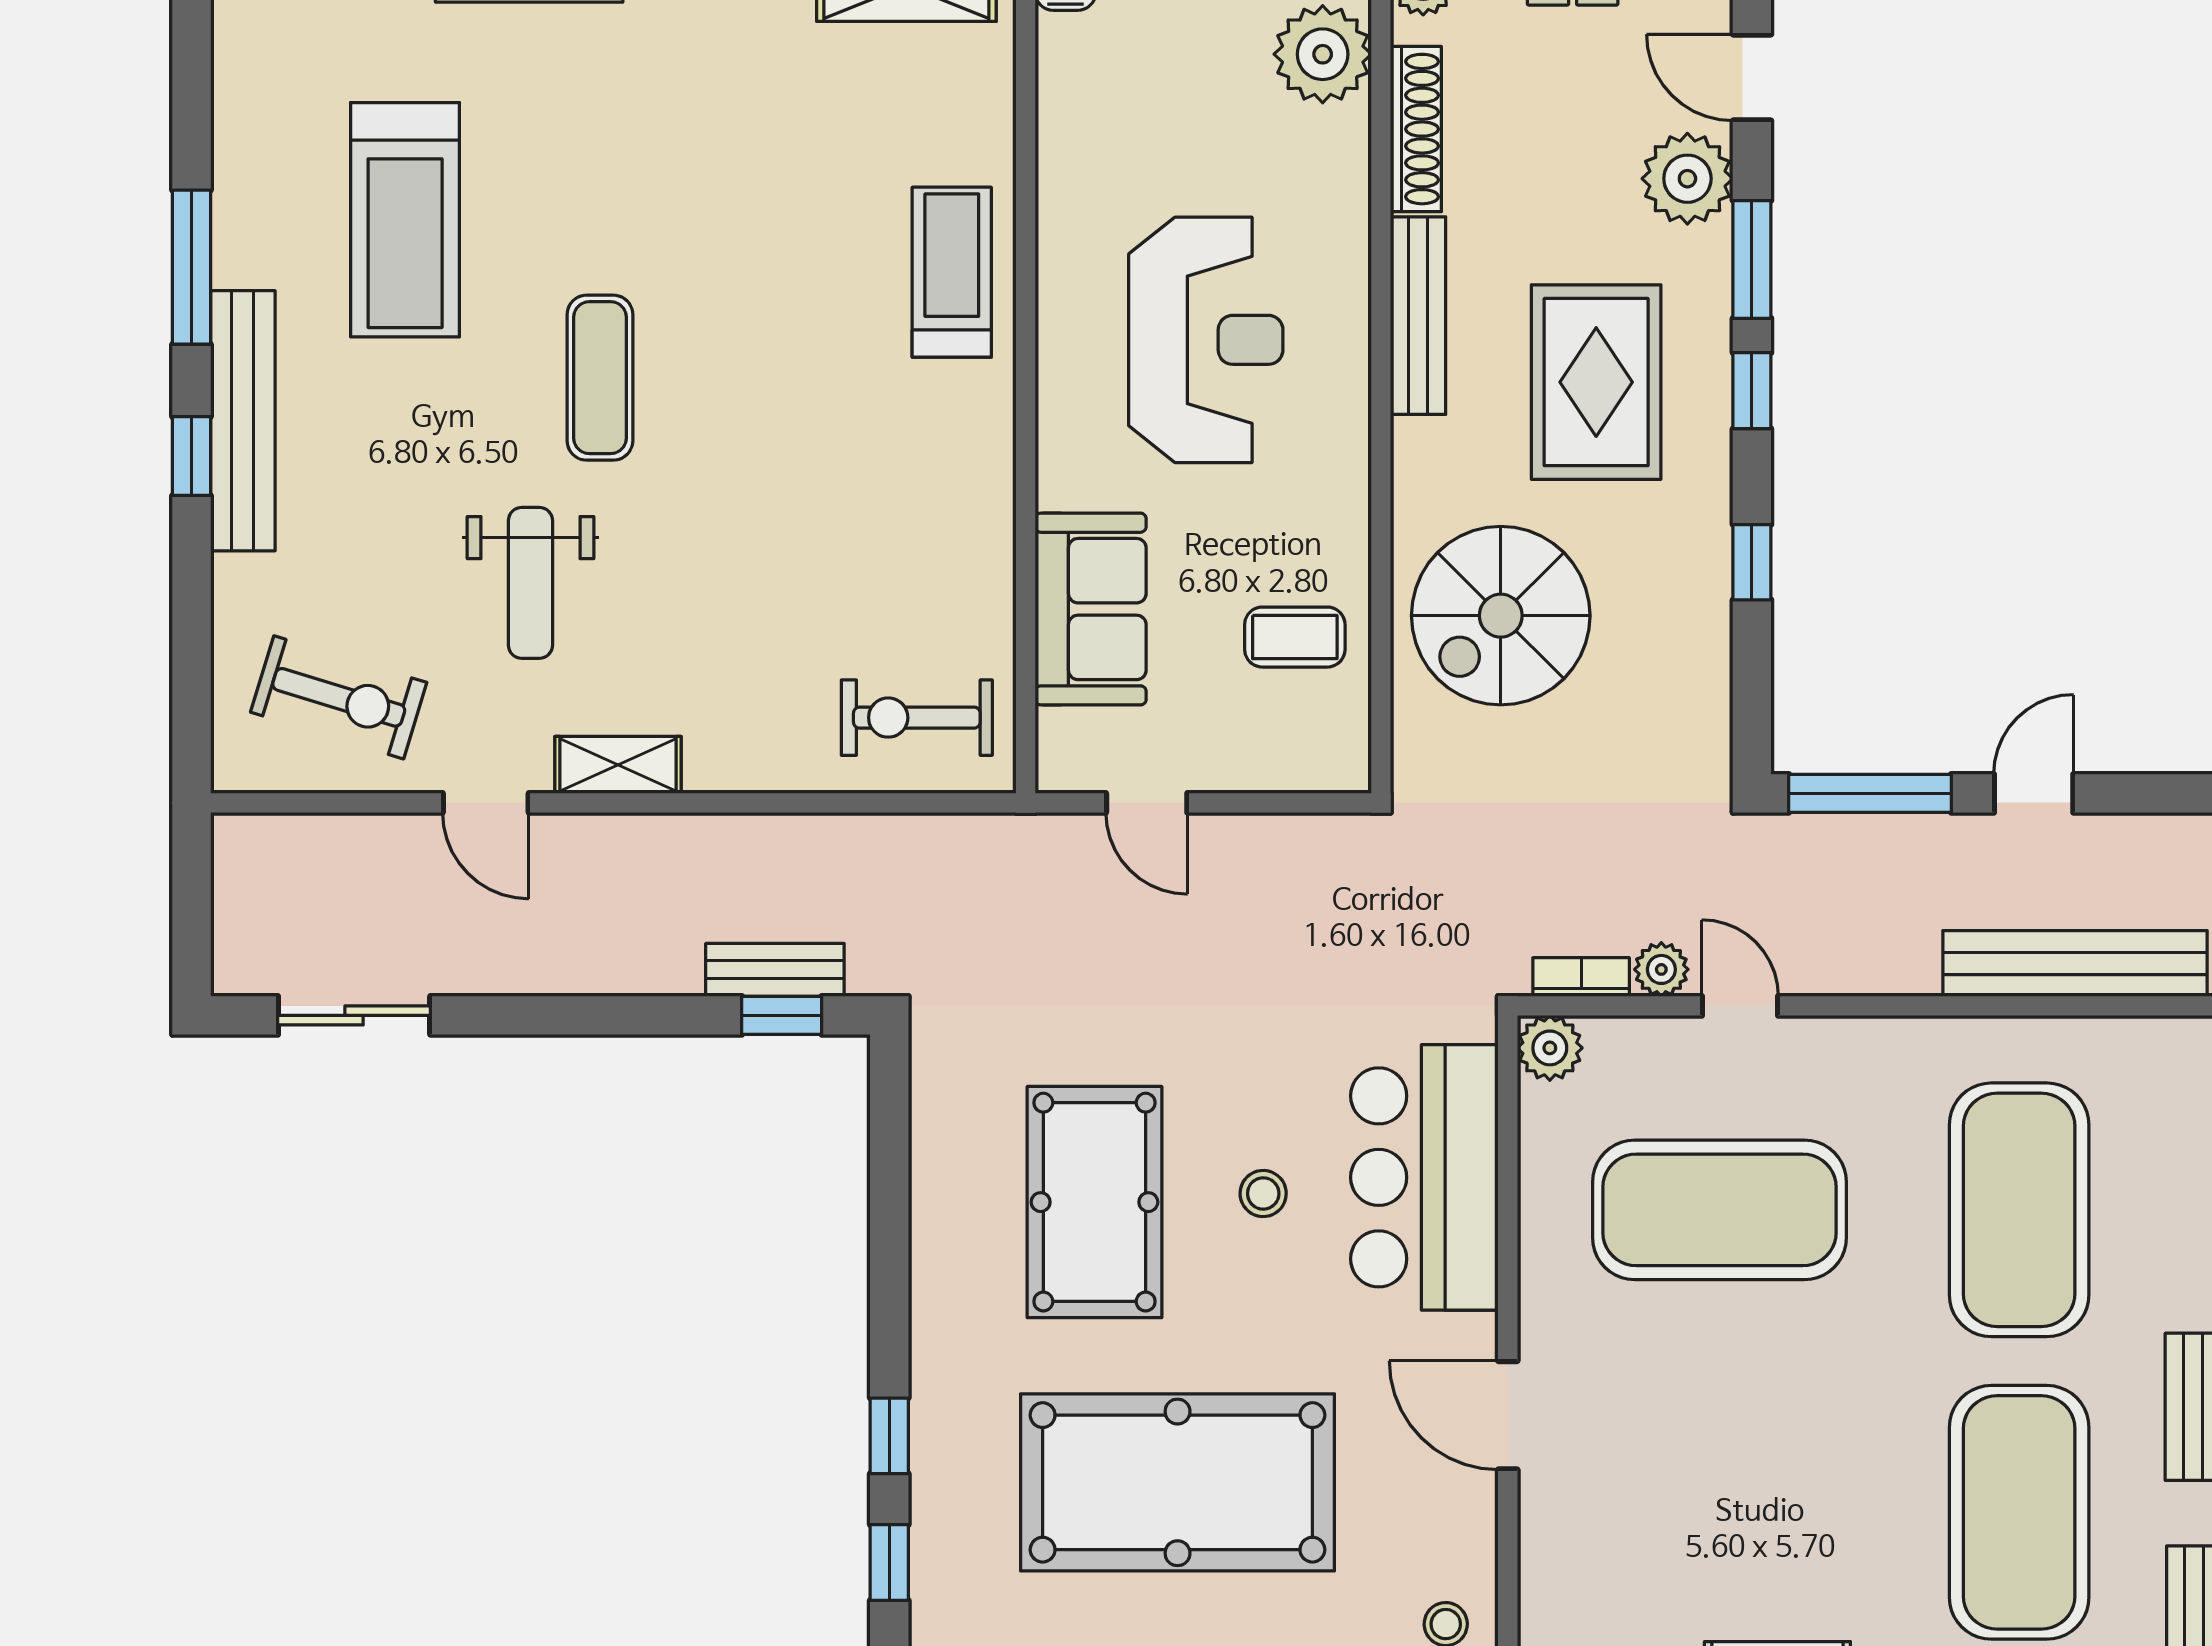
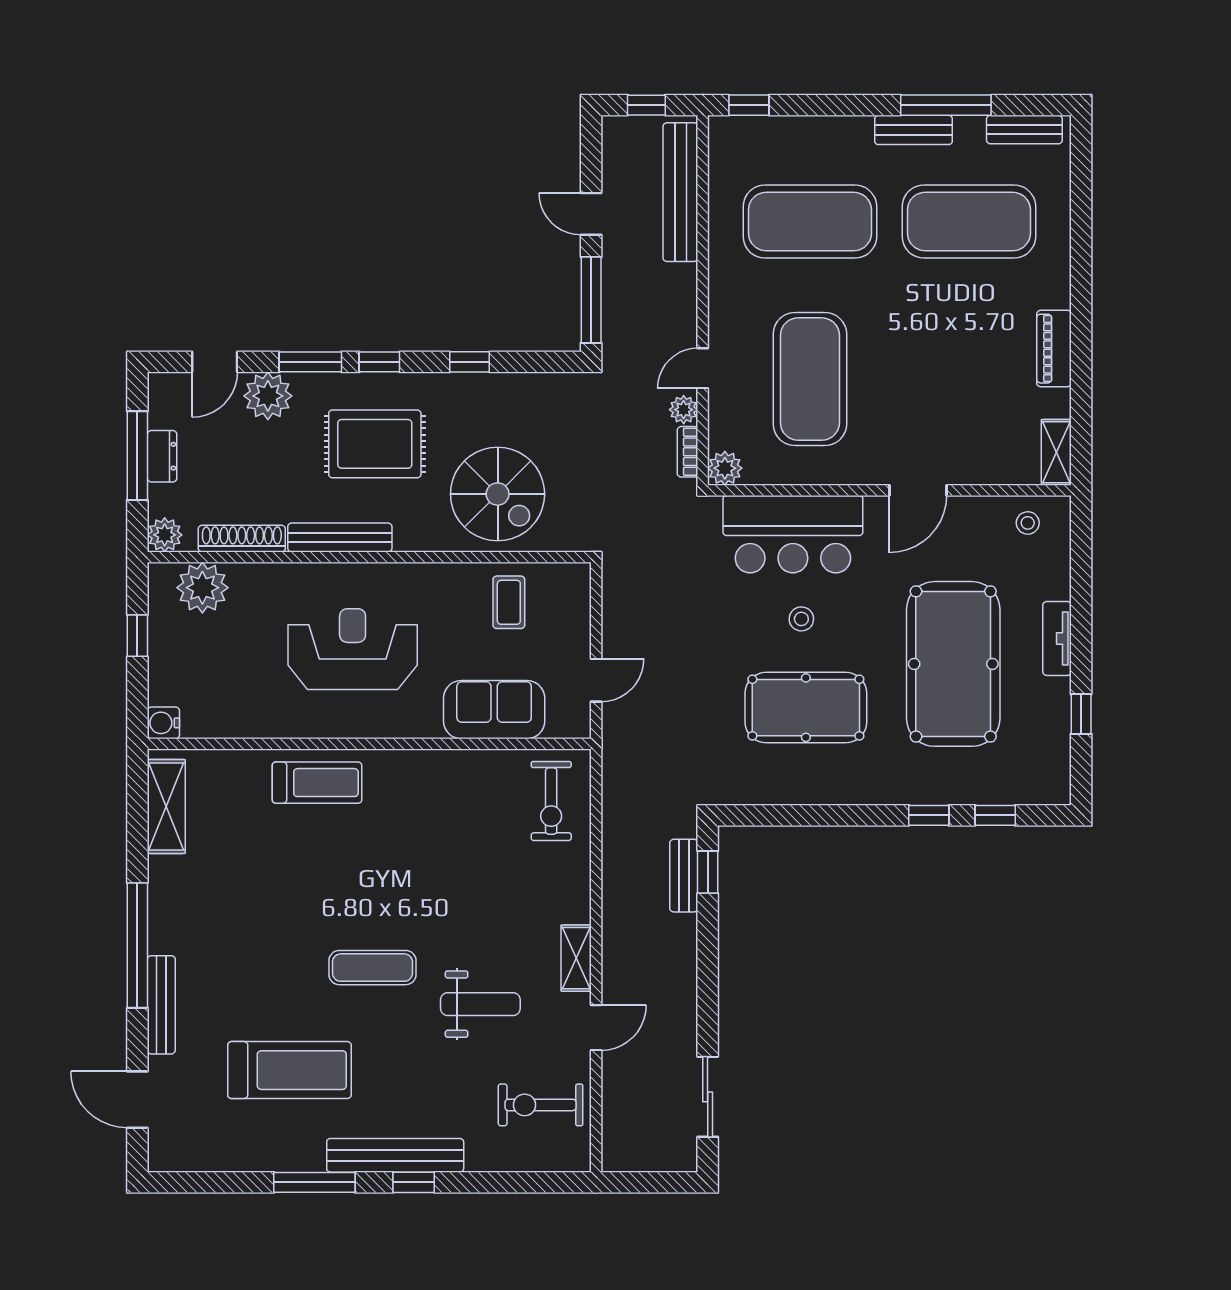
treadmill: (952, 272) -> (317, 783), turned 180
exercise bike: (339, 697) -> (541, 1105), turned -107

